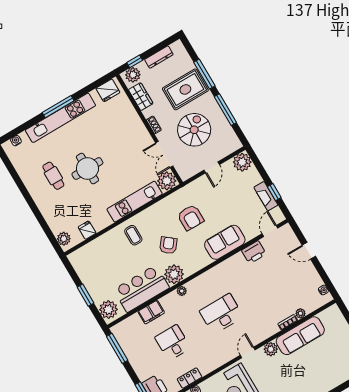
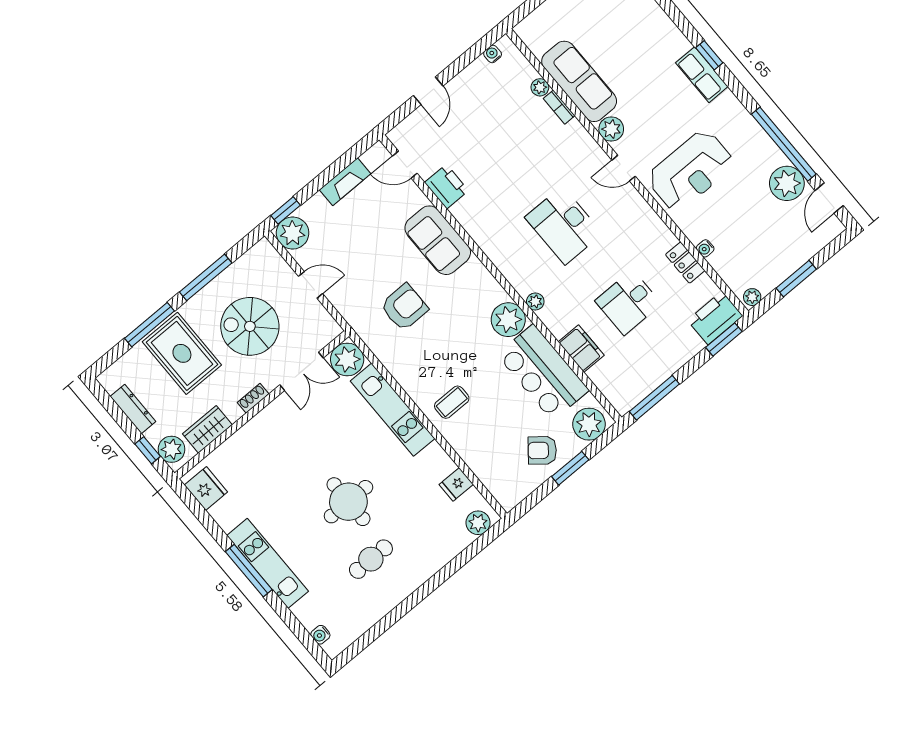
kitchen unit: (60, 118) -> (268, 563), width x0.73
window: (274, 192) -> (286, 210), moved
armchair: (168, 245) -> (542, 450), moved

